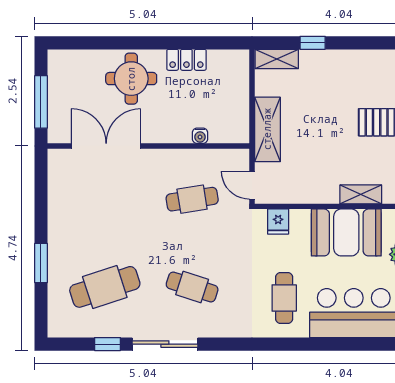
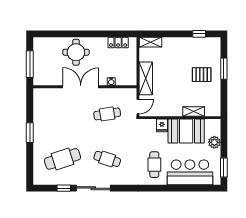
window: (313, 43) -> (199, 34), moved
locker: (186, 60) -> (118, 43), moved
double door: (106, 146) -> (81, 87), moved
door: (252, 185) -> (138, 107), swing flipped
fridge: (278, 222) -> (162, 125), moved
window: (41, 263) -> (30, 133), moved

